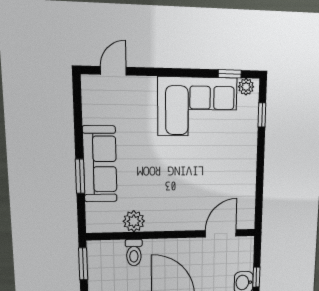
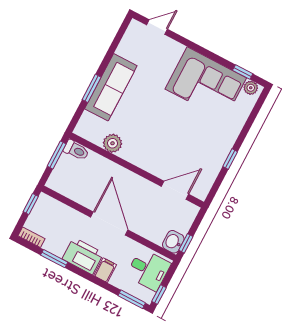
window: (262, 115) -> (230, 159), moved
toilet: (134, 253) -> (76, 150), moved, turned -90

